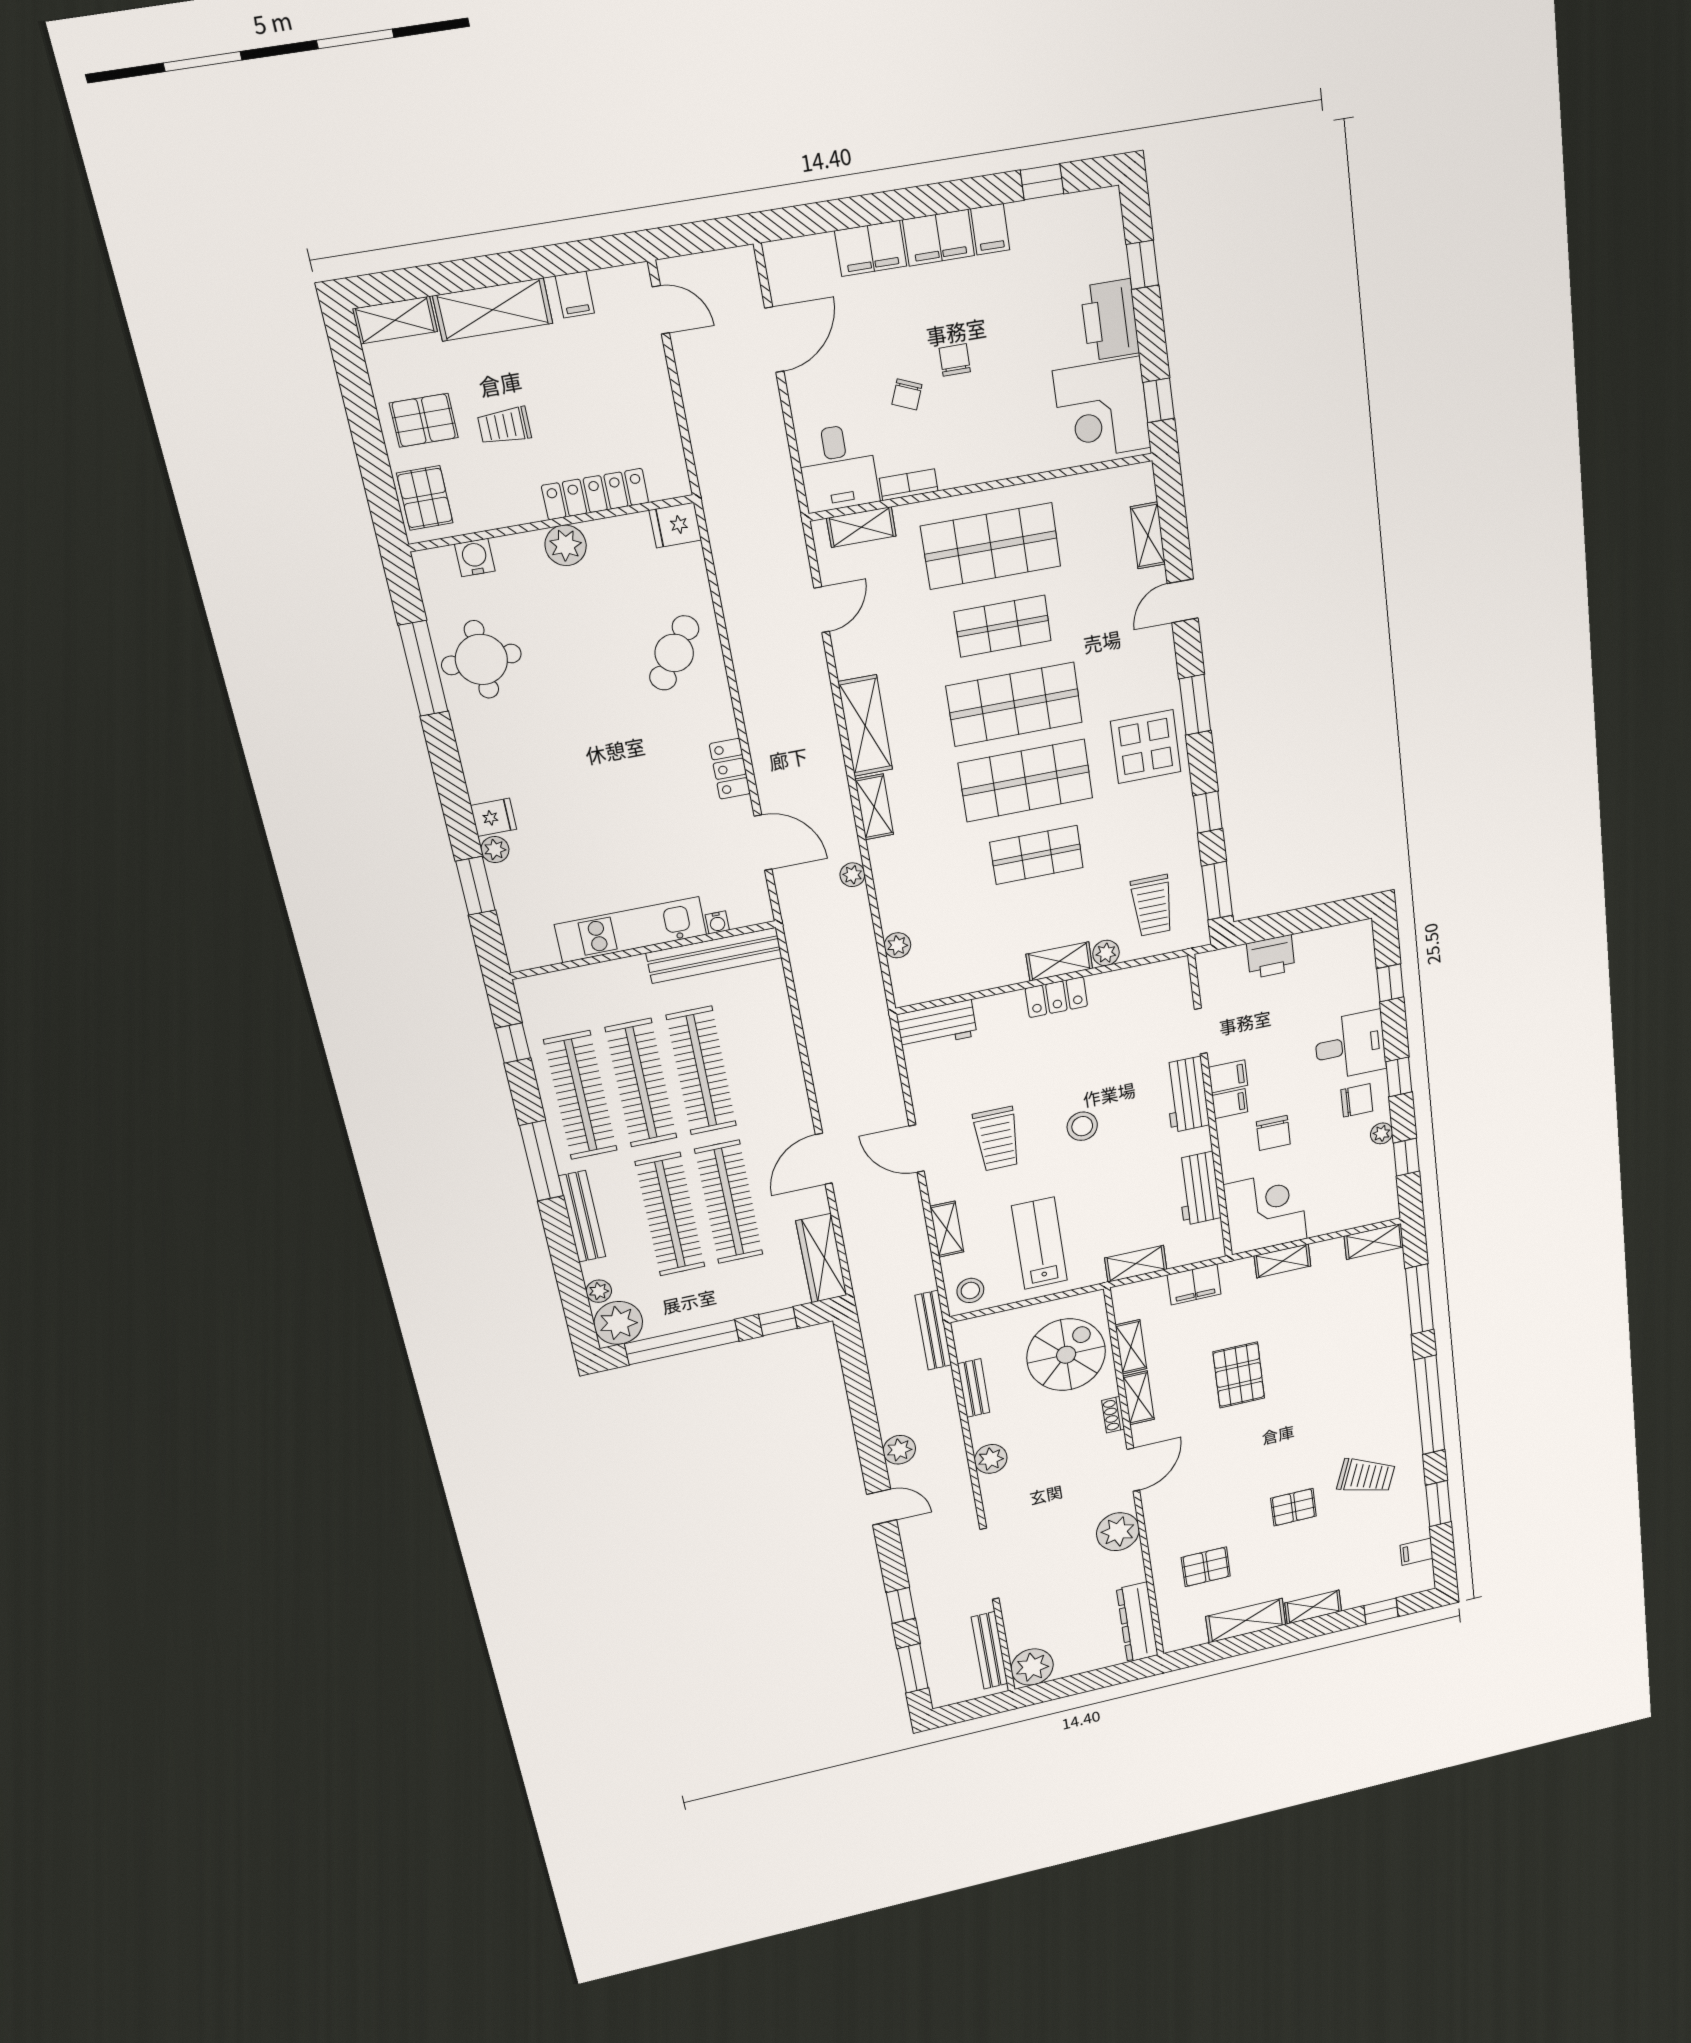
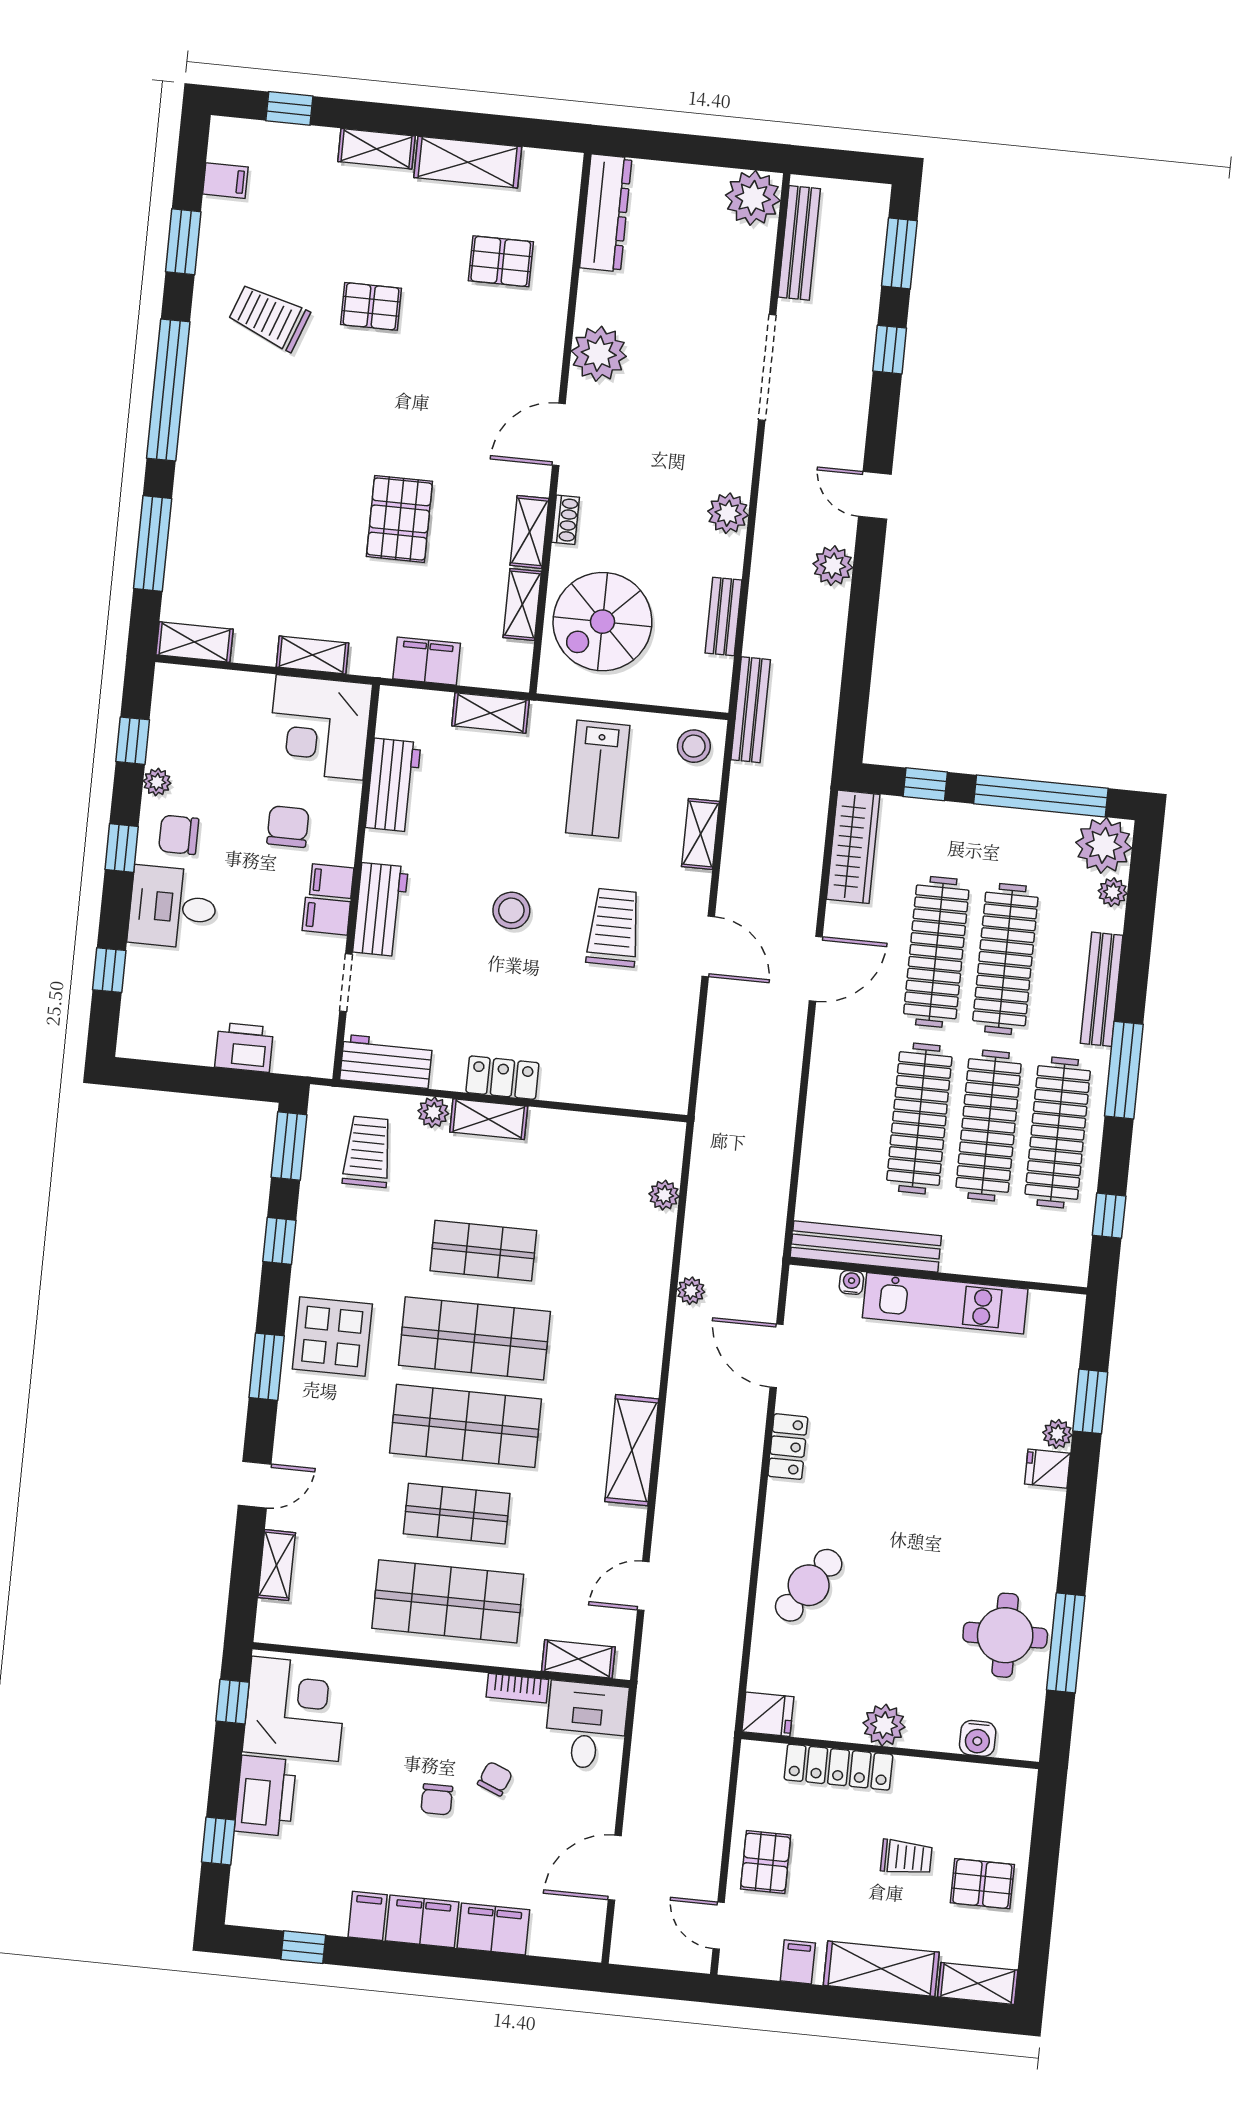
pallet: (425, 498) -> (766, 1862), moved
shelving: (874, 807) -> (647, 1359), removed
workbench: (937, 1025) -> (386, 1061), moved

